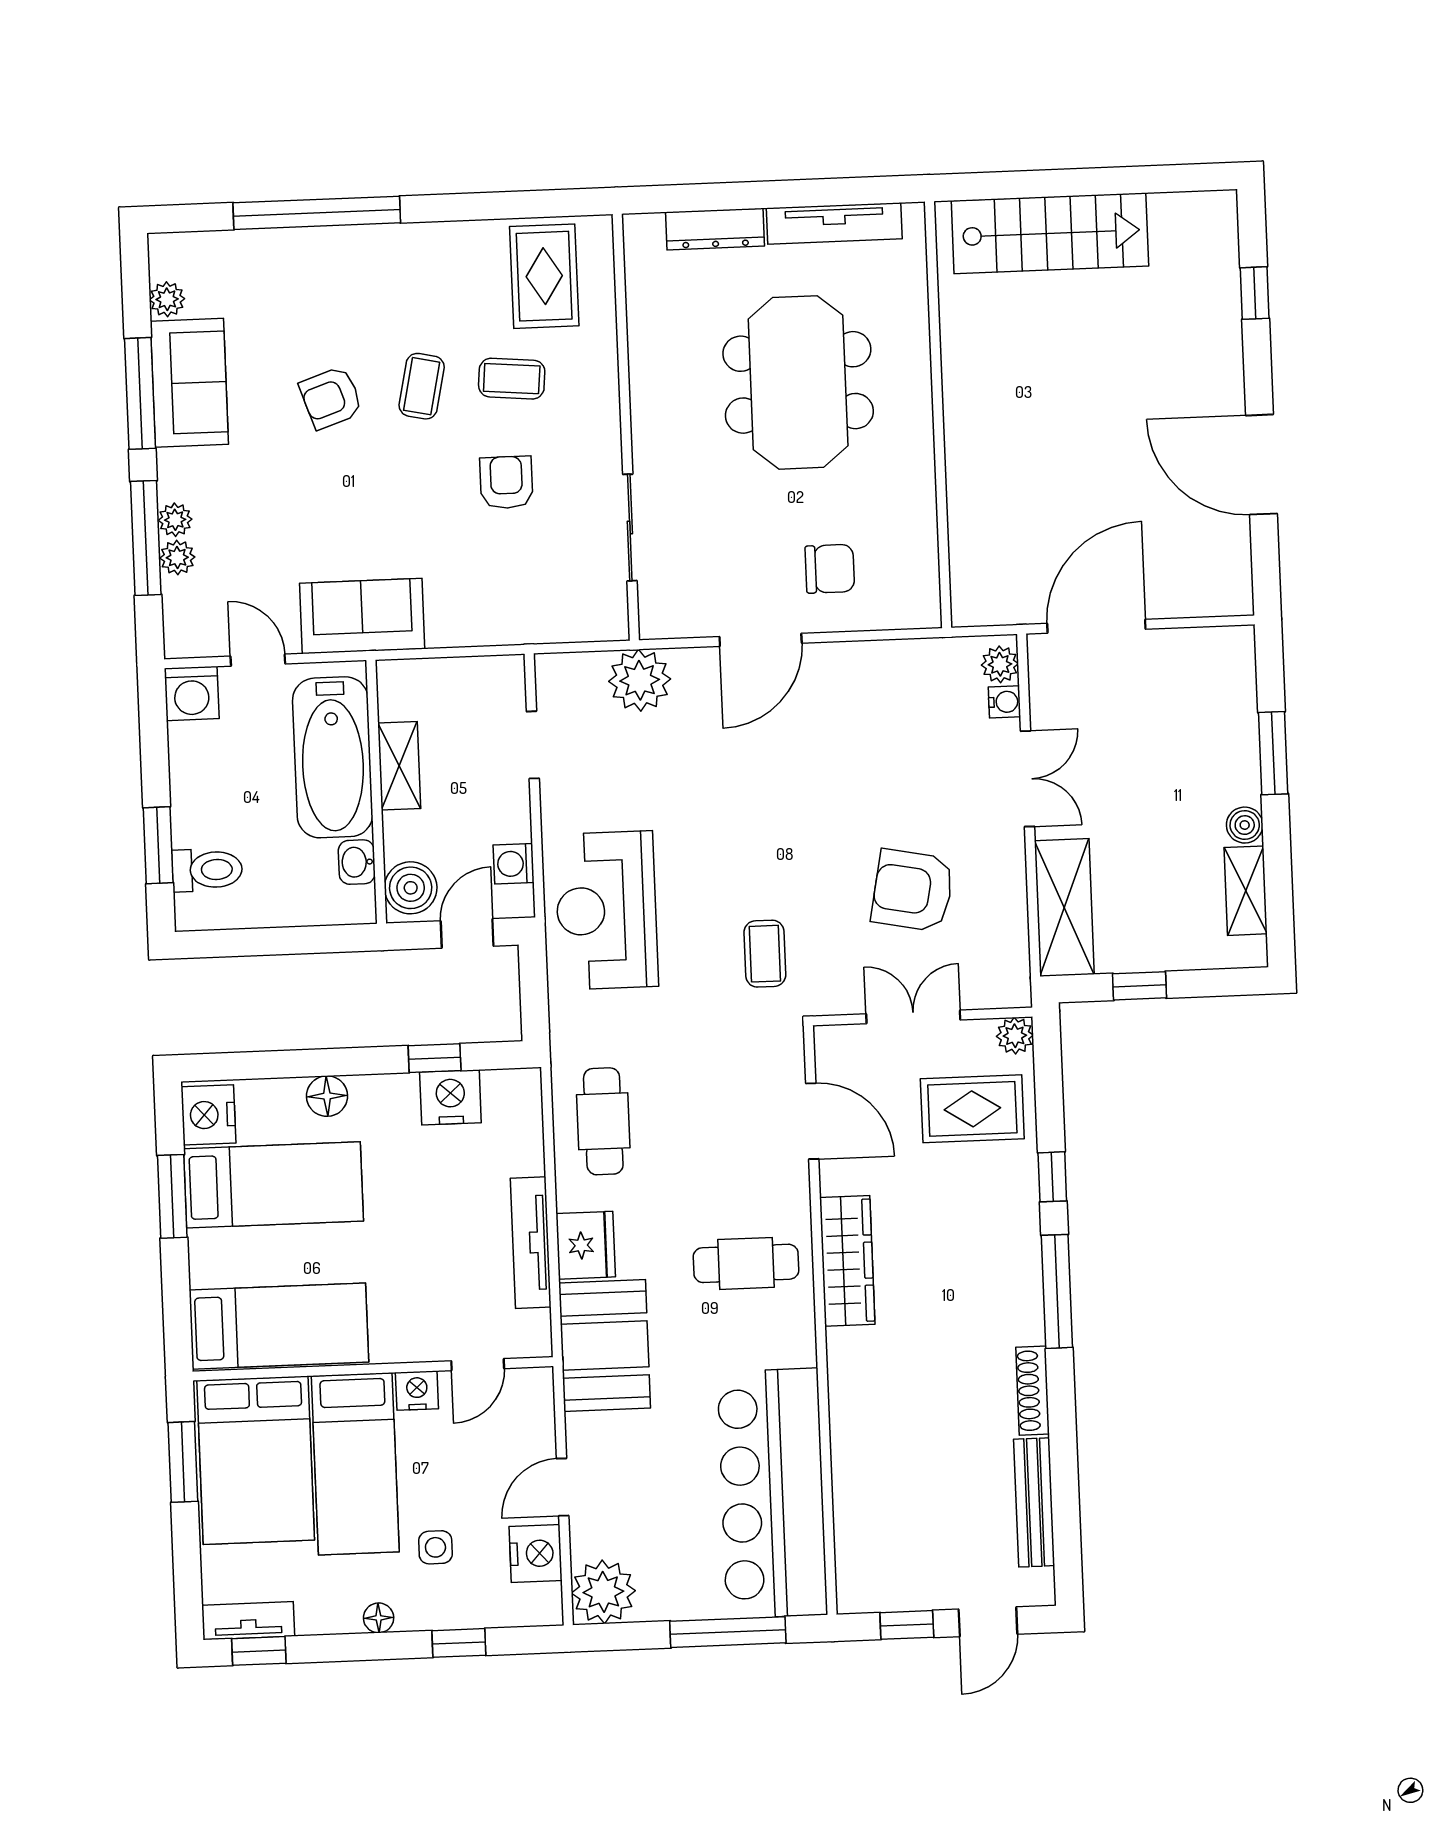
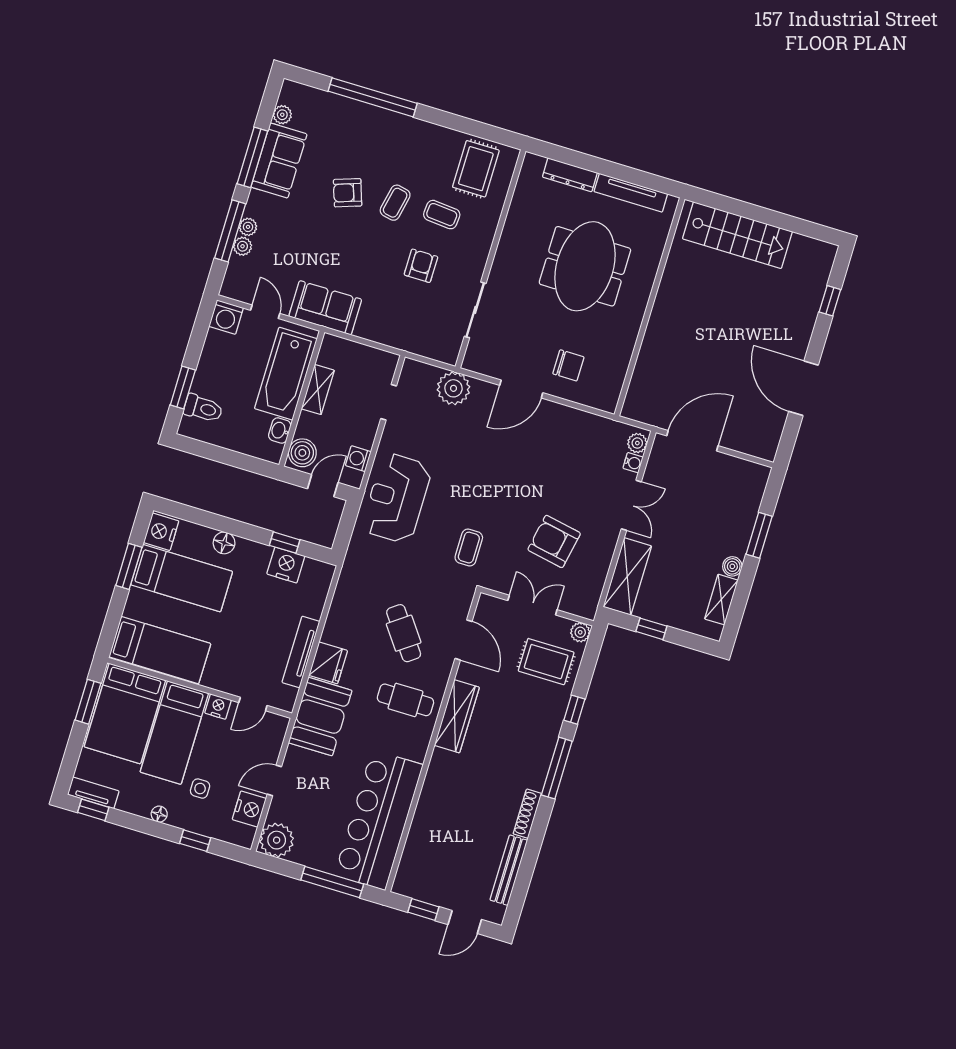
cafe table: (603, 1121) -> (404, 633), moved, turned -36

